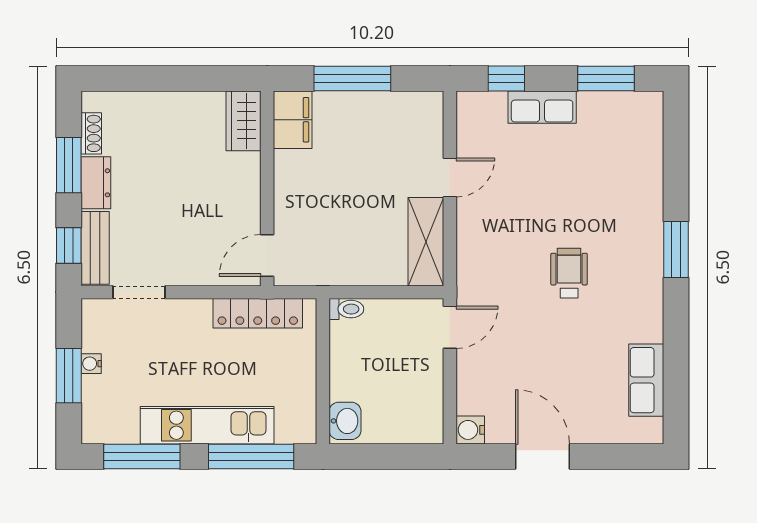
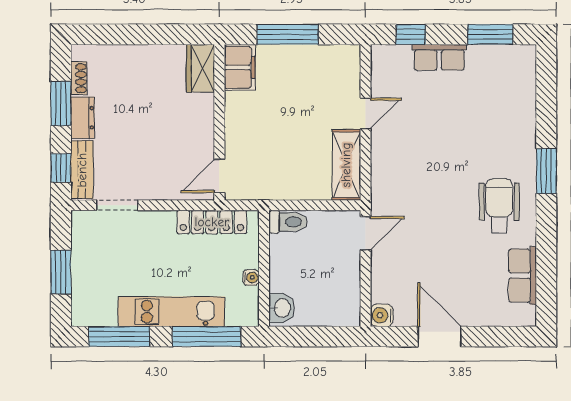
wheelchair: (569, 273) -> (499, 206), moved, width x1.36, depth x1.37
toilet: (346, 309) -> (288, 222), width x1.37, depth x1.39
water cooler: (91, 364) -> (251, 278), moved, turned 180

